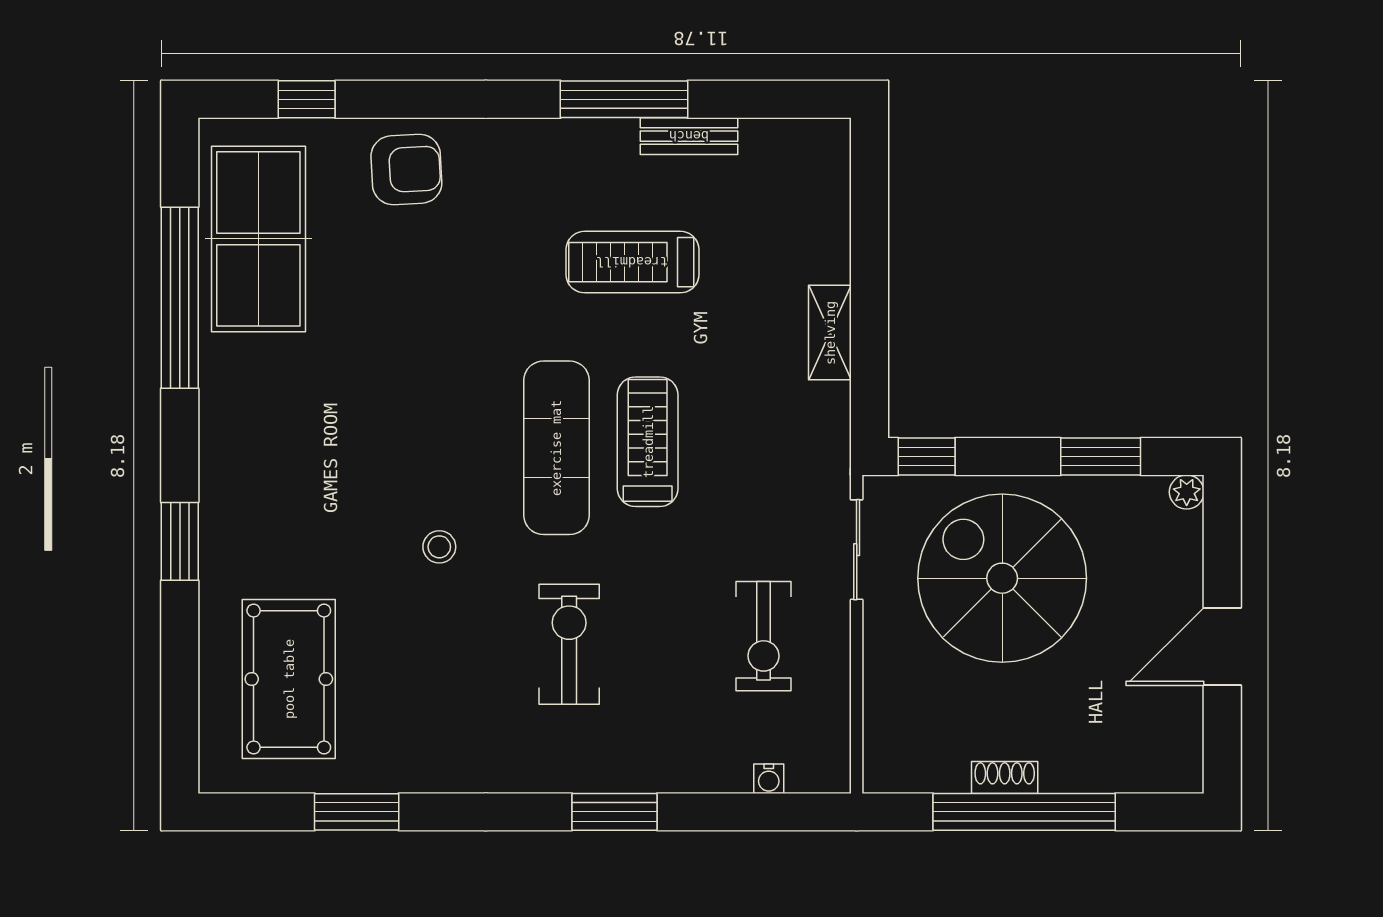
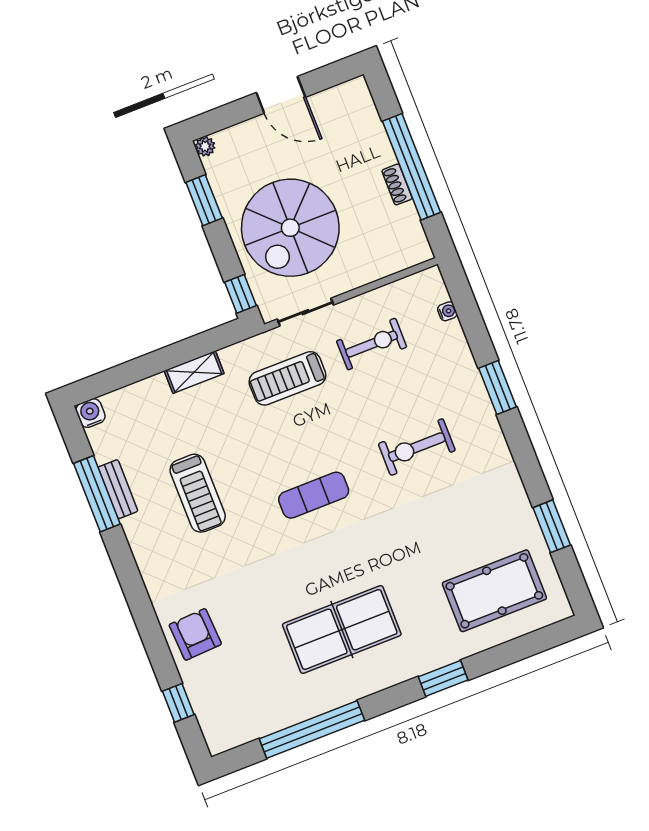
window: (624, 99) -> (97, 494), moved
water cooler: (829, 140) -> (91, 413), added
table tennis table: (258, 239) -> (342, 630), moved
treadmill: (648, 442) -> (287, 378), moved
exercise mat: (556, 448) -> (314, 495), width x0.73, depth x0.69
stool: (439, 547) -> (392, 537), removed

